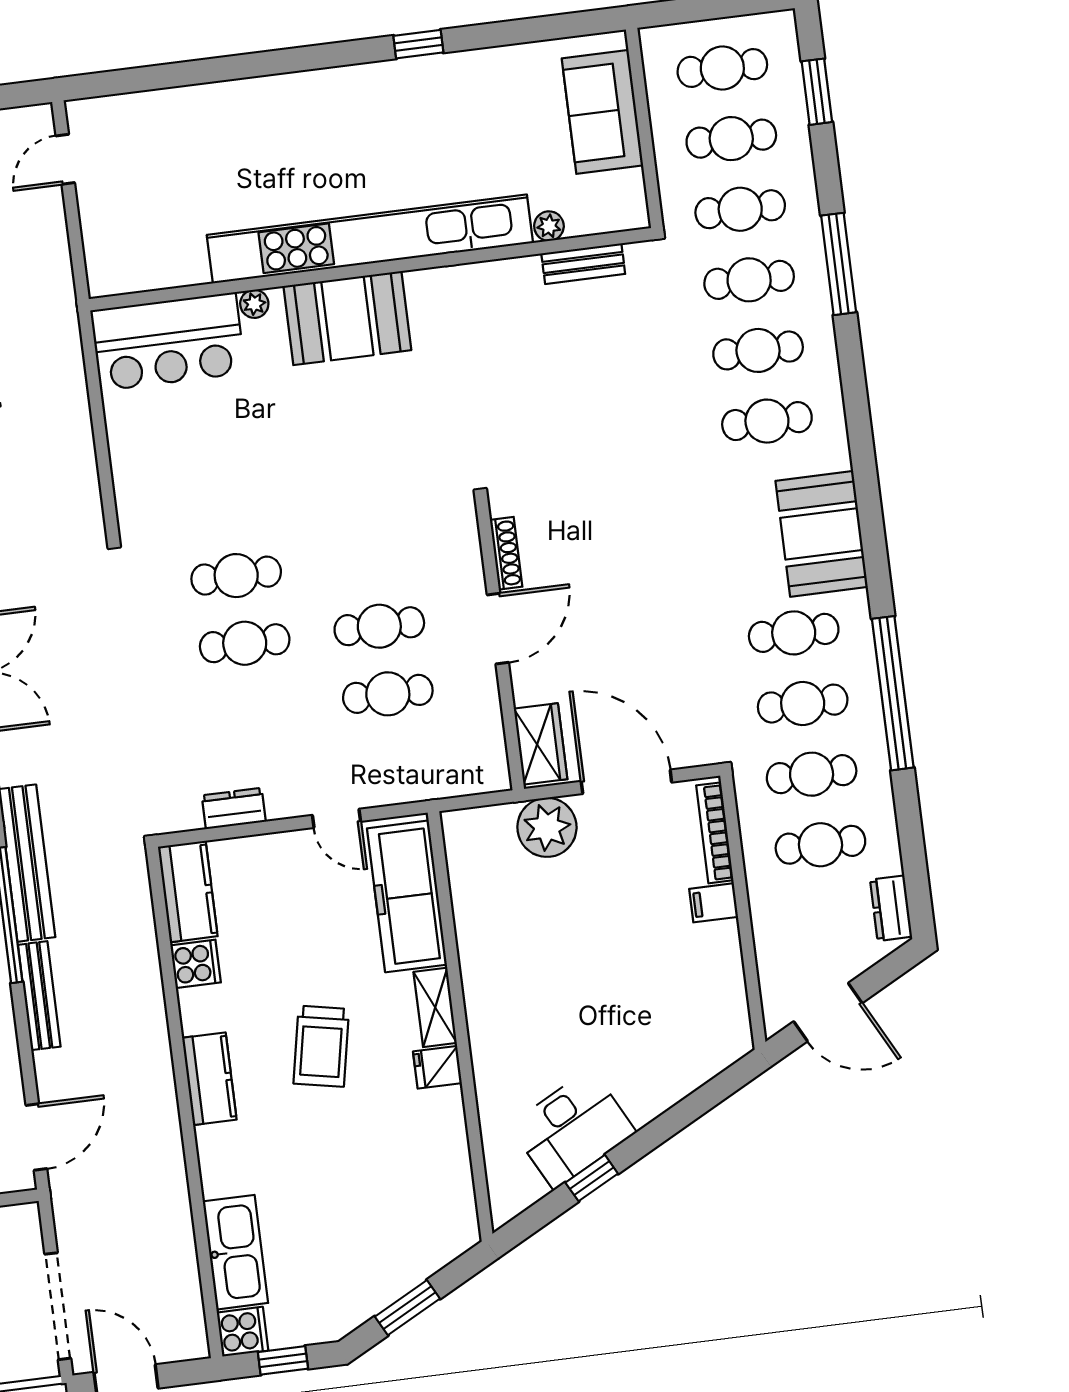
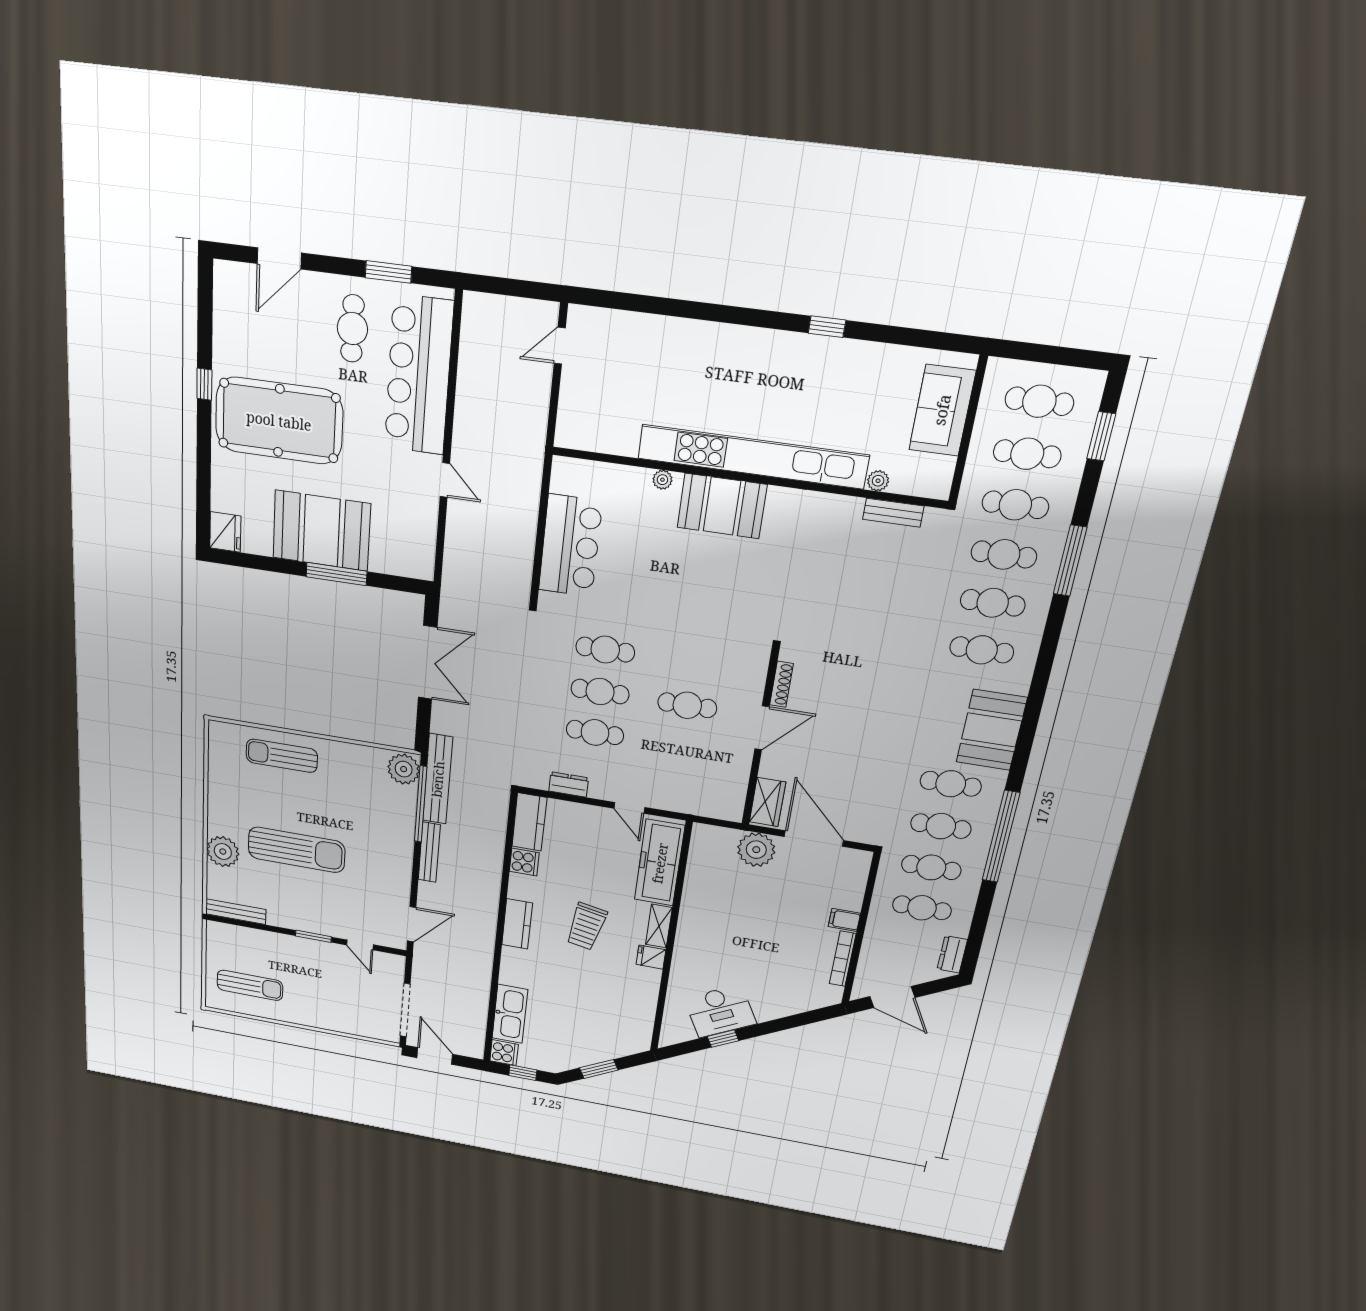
bar counter: (168, 342) -> (570, 546), moved, turned -90
cafe table: (388, 694) -> (595, 732), moved
bookcase: (715, 833) -> (843, 959), moved

